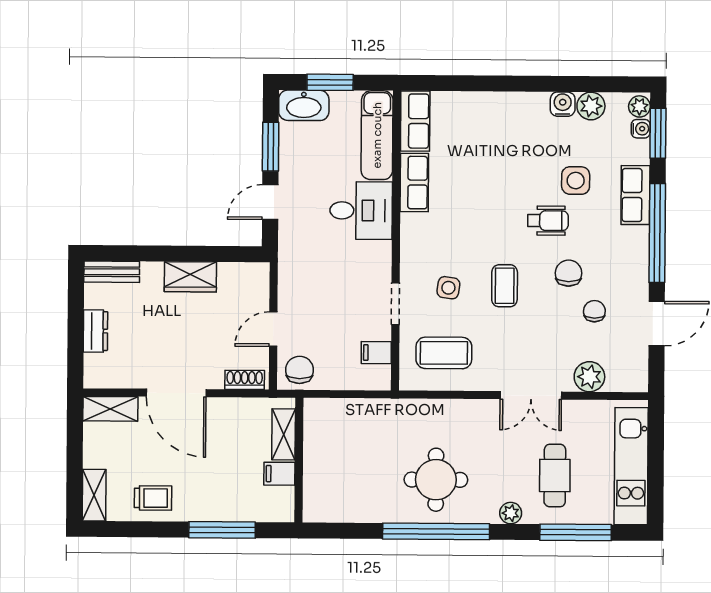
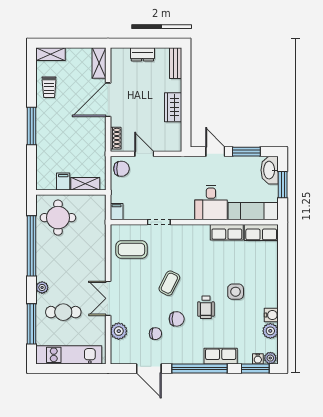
side table: (576, 181) -> (236, 292), moved
coffee table: (505, 286) -> (169, 283), turned -63
side table: (448, 288) -> (168, 252), removed
filing cabinet: (376, 353) -> (117, 212), moved
coffee table: (444, 353) -> (131, 249), turned 90
shelving: (284, 434) -> (85, 184), moved
wall: (299, 460) -> (71, 192), moved
filing cabinet: (279, 474) -> (63, 182), moved
round table: (436, 480) -> (58, 218), moved

